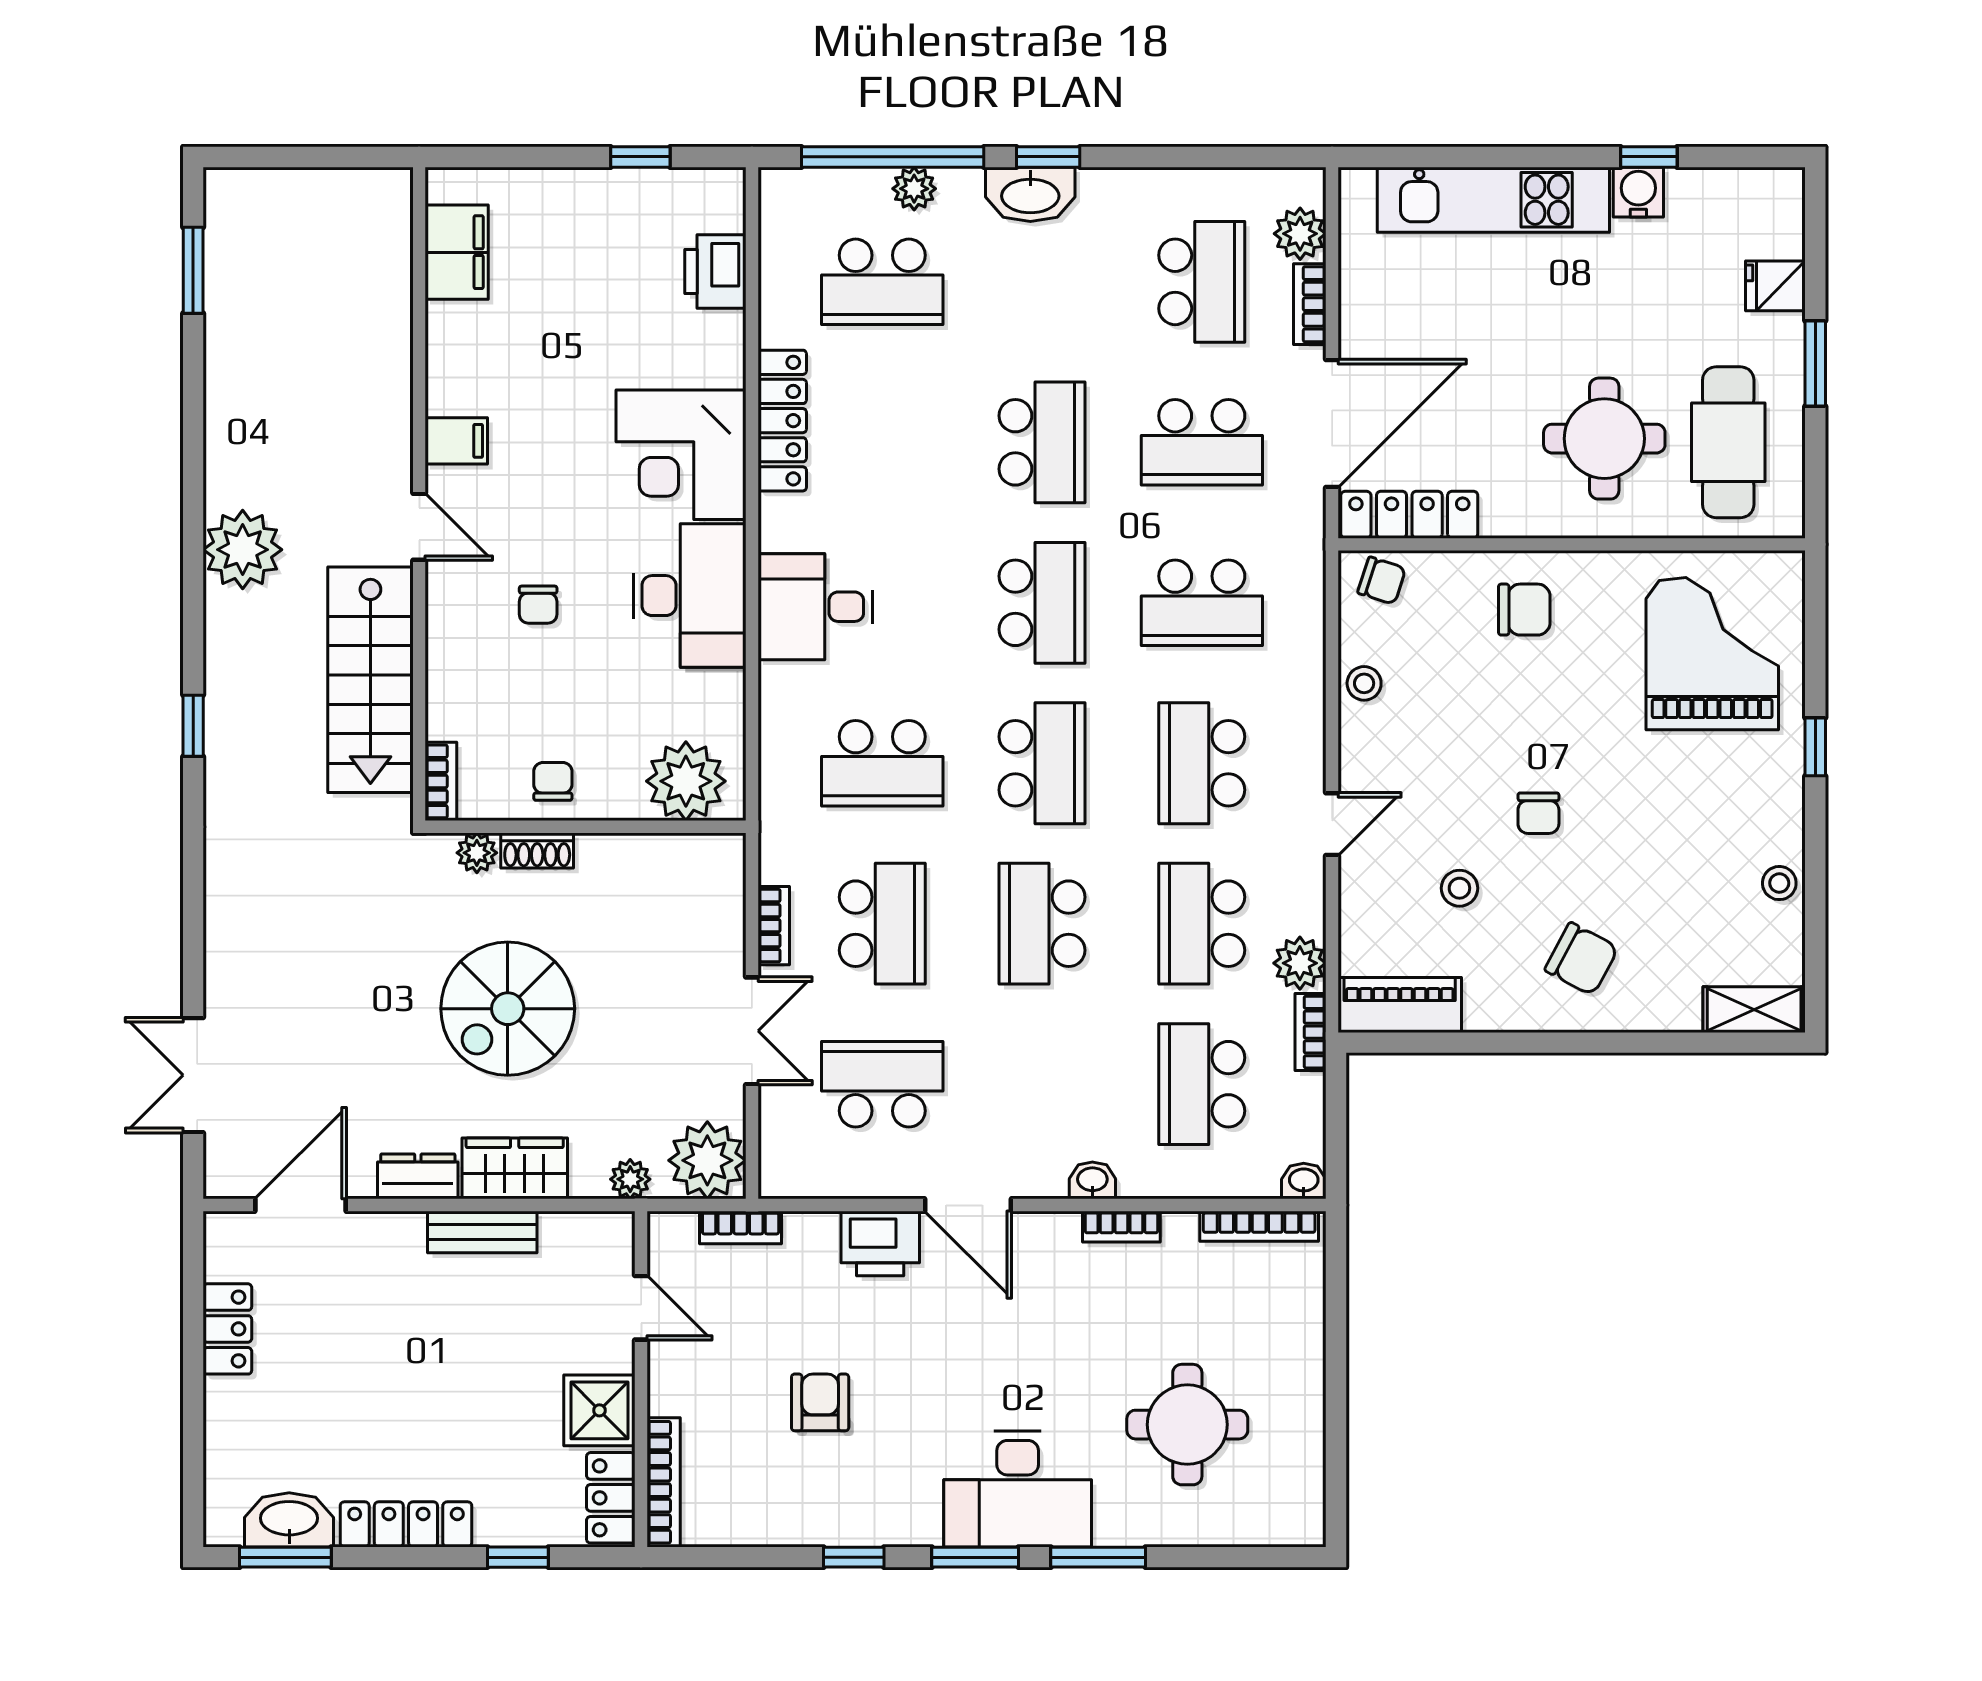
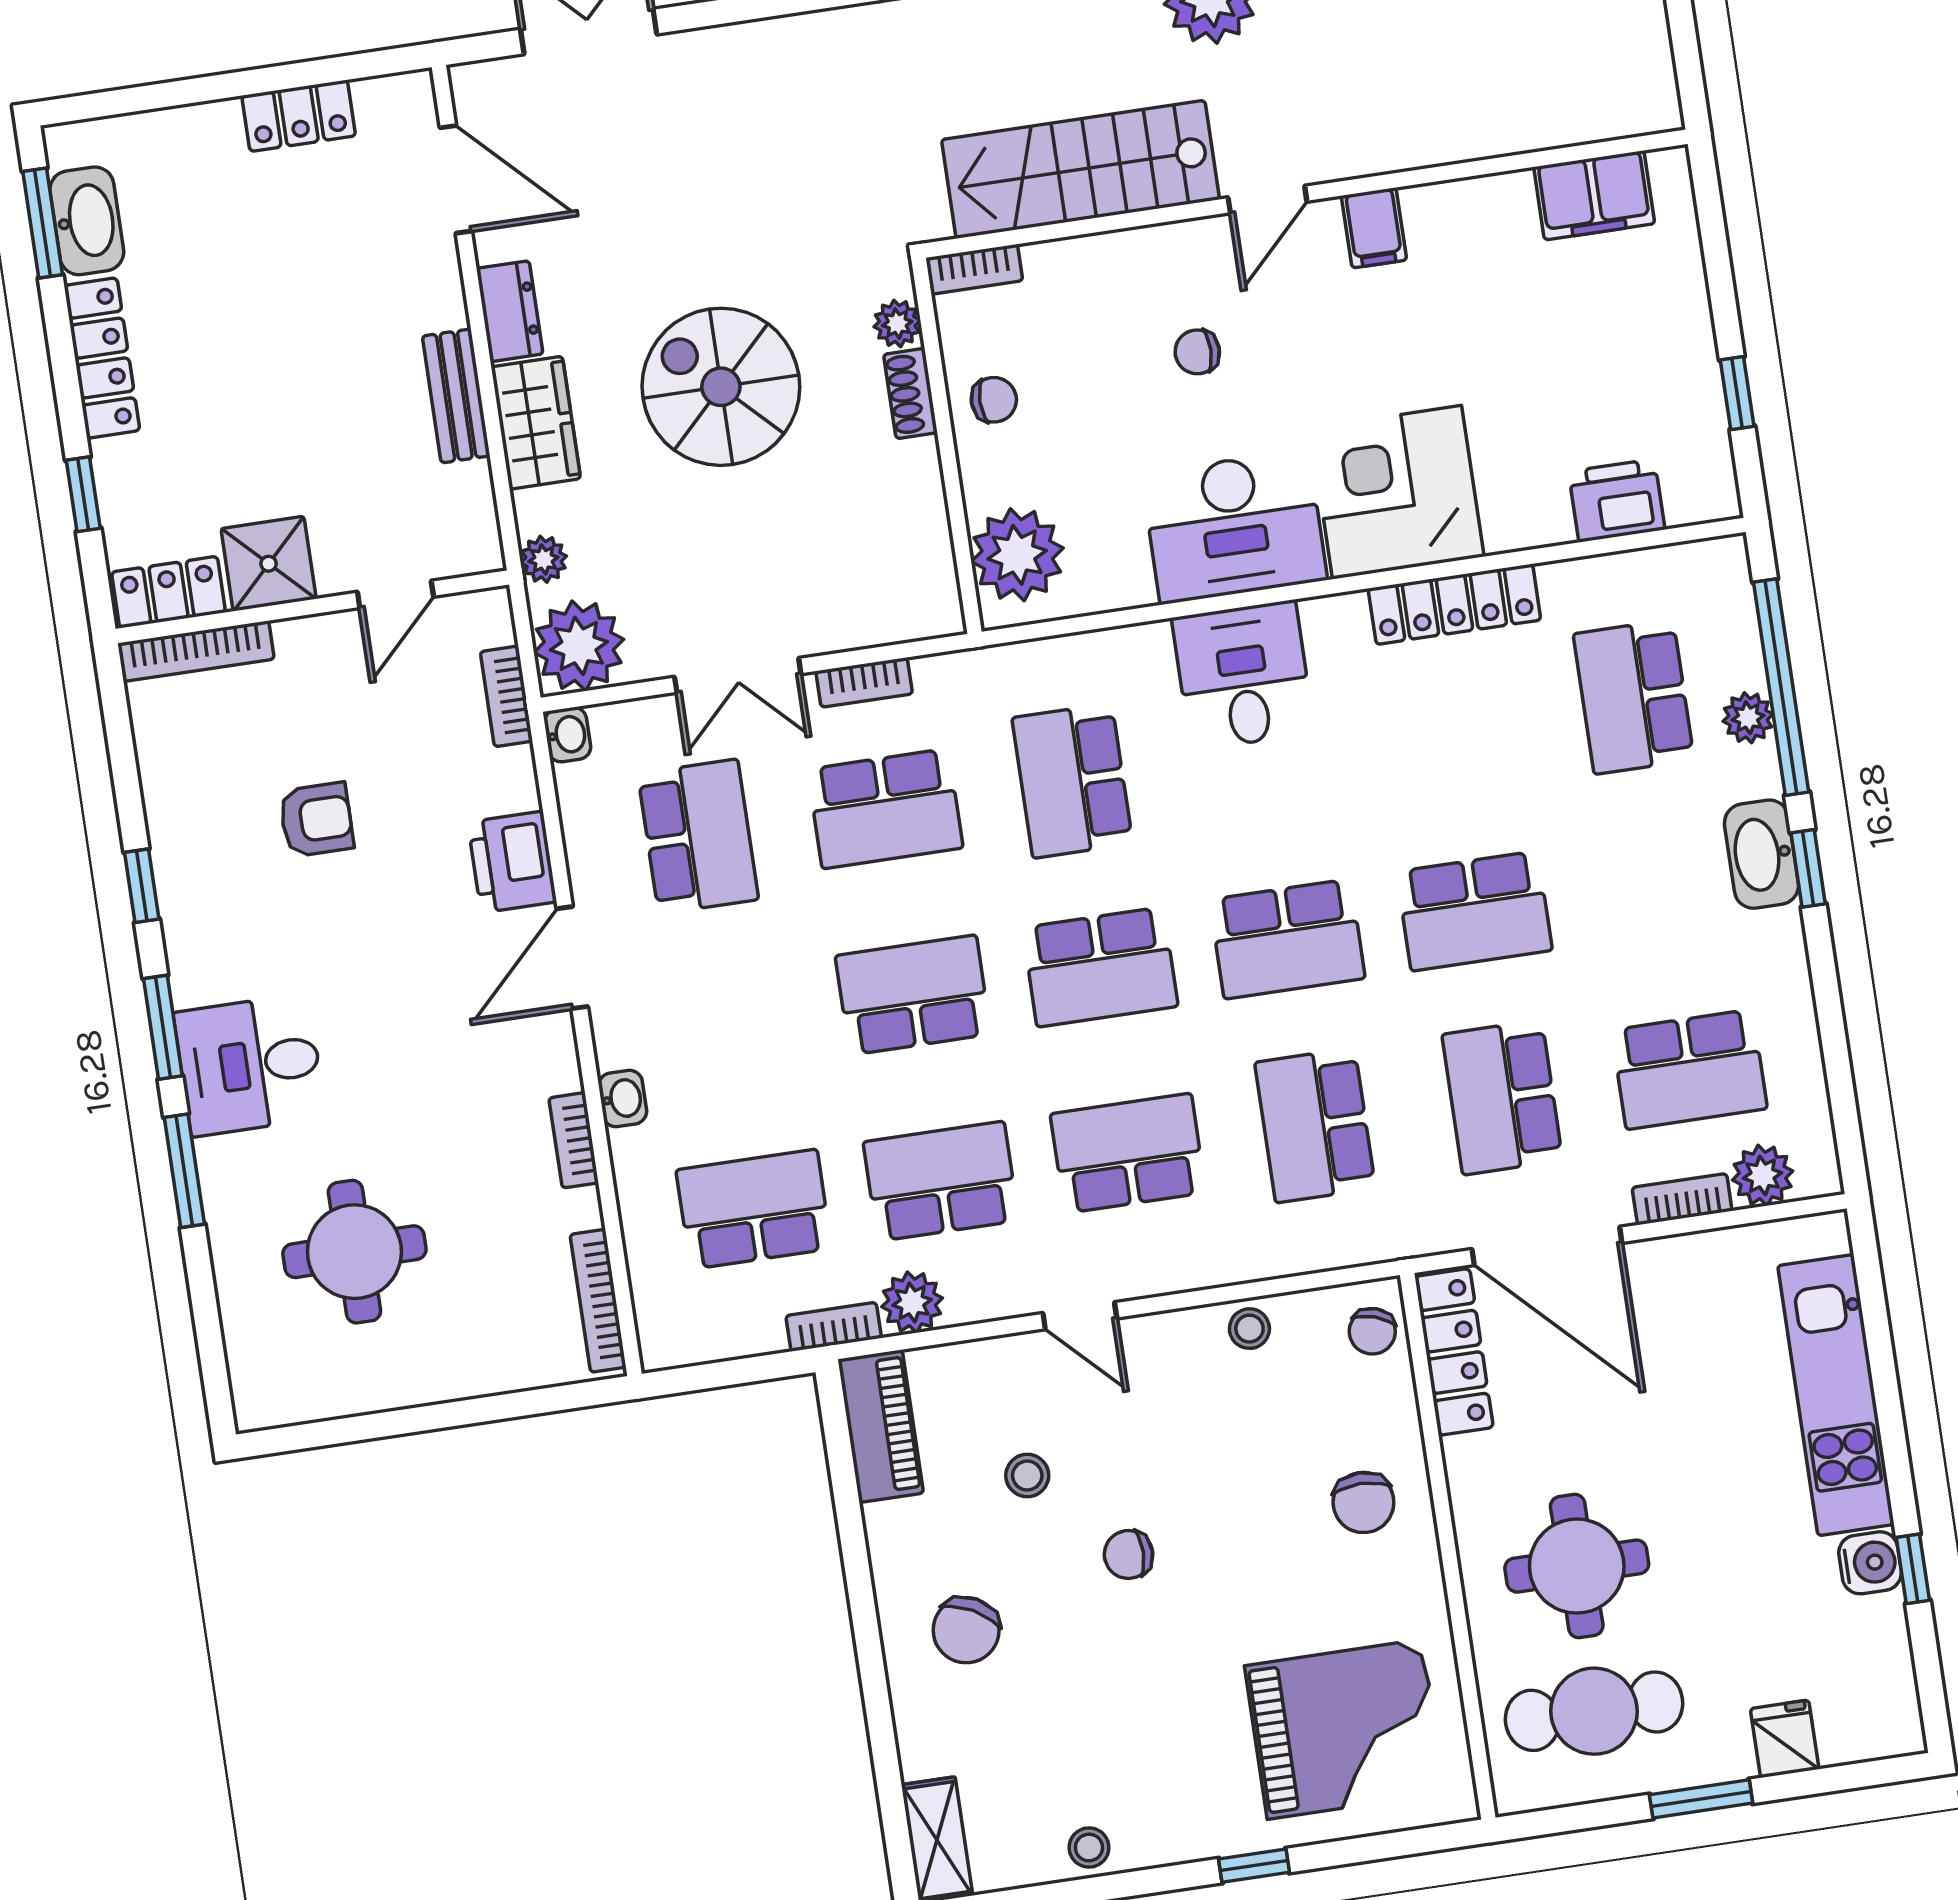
washbasin: (1304, 1181) -> (567, 735), moved
desk: (1018, 1489) -> (250, 1065), width x0.73

